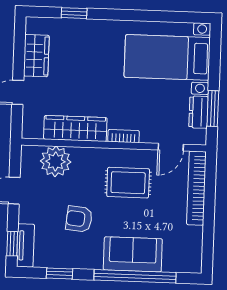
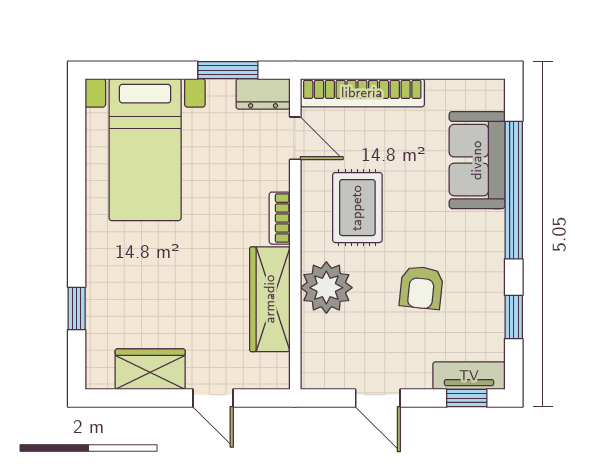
dresser: (199, 112) -> (263, 94), moved
plant: (56, 161) -> (326, 288), moved
sofa: (133, 254) -> (477, 160), moved

